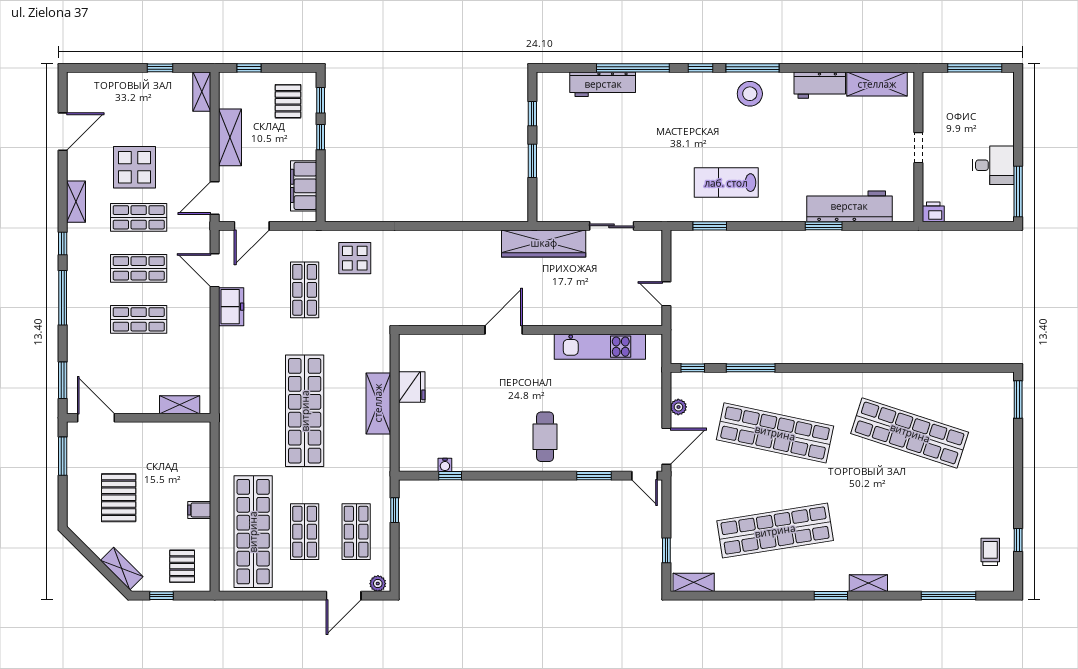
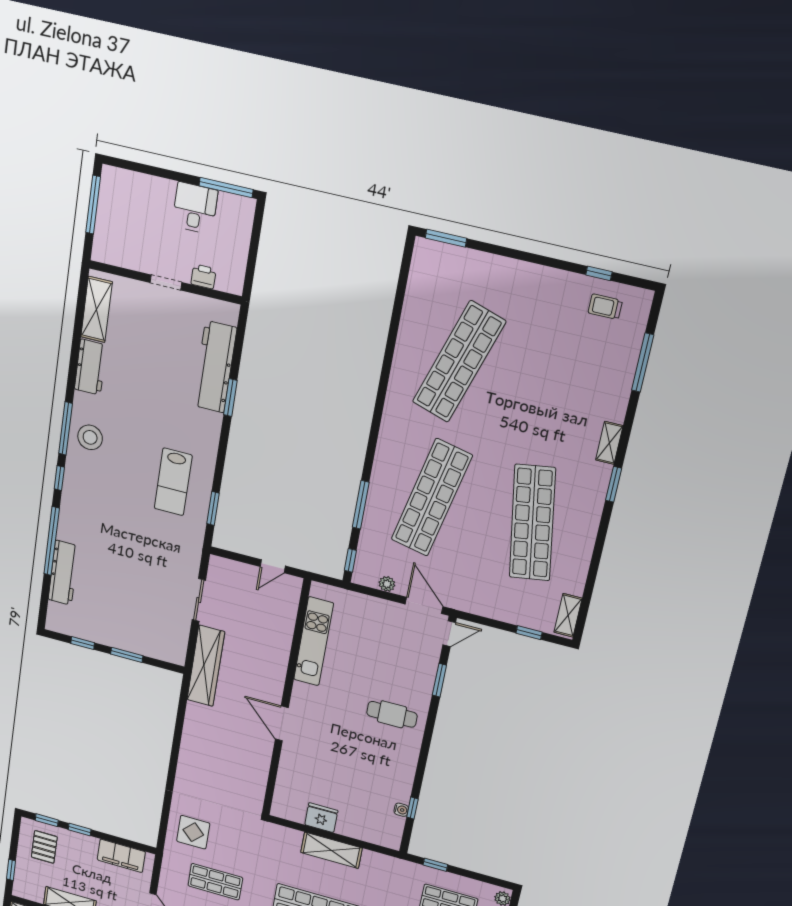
pallet: (288, 101) -> (44, 847), turned 90
printer: (933, 212) -> (203, 276), moved, turned 90

